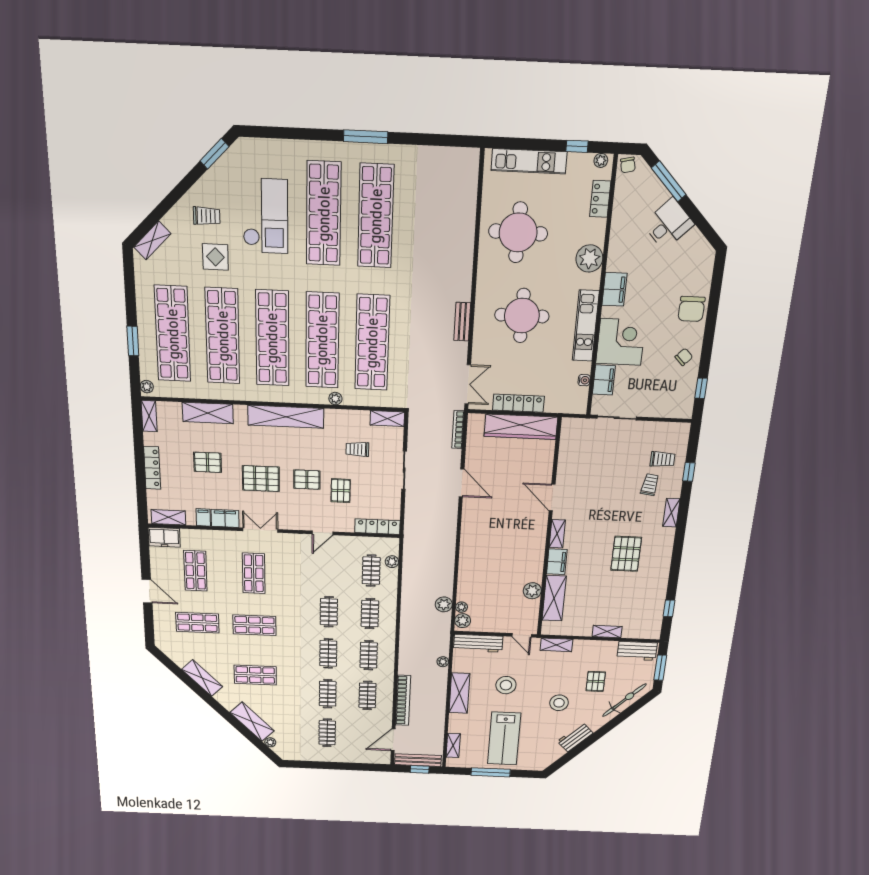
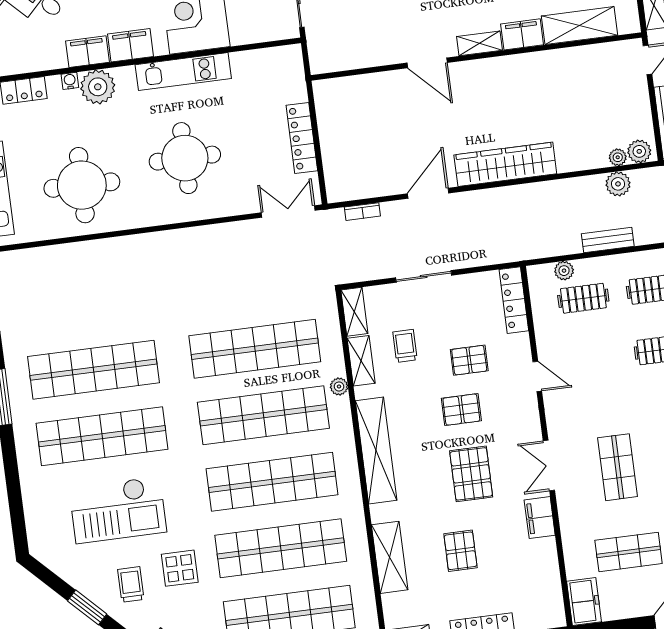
window: (215, 154) -> (87, 607), moved
checkout: (265, 216) -> (118, 510), turned 180
bench: (462, 322) -> (608, 240), moved
water cooler: (584, 380) -> (70, 81), moved
filing cabinet: (604, 380) -> (88, 52), moved
wardrobe: (521, 427) -> (505, 164), moved, turned -90
bookcase: (458, 430) -> (362, 212), width x0.64
trolley: (357, 449) -> (405, 346), turned 180
pallet: (307, 480) -> (461, 410), turned 90
door: (552, 498) -> (427, 63), hinge flipped
shelving: (168, 517) -> (361, 361), moved
filing cabinet: (203, 517) -> (544, 549), removed
shop shelf: (254, 573) -> (618, 467), turned 90
plant: (532, 591) -> (573, 60), removed

